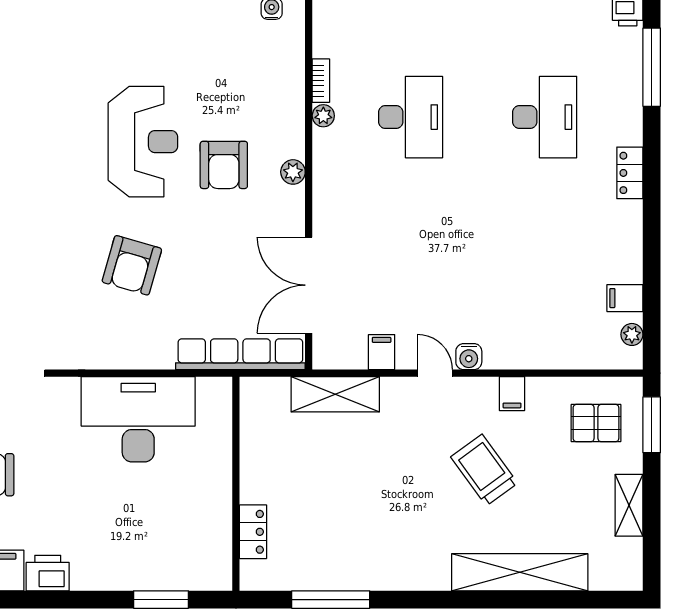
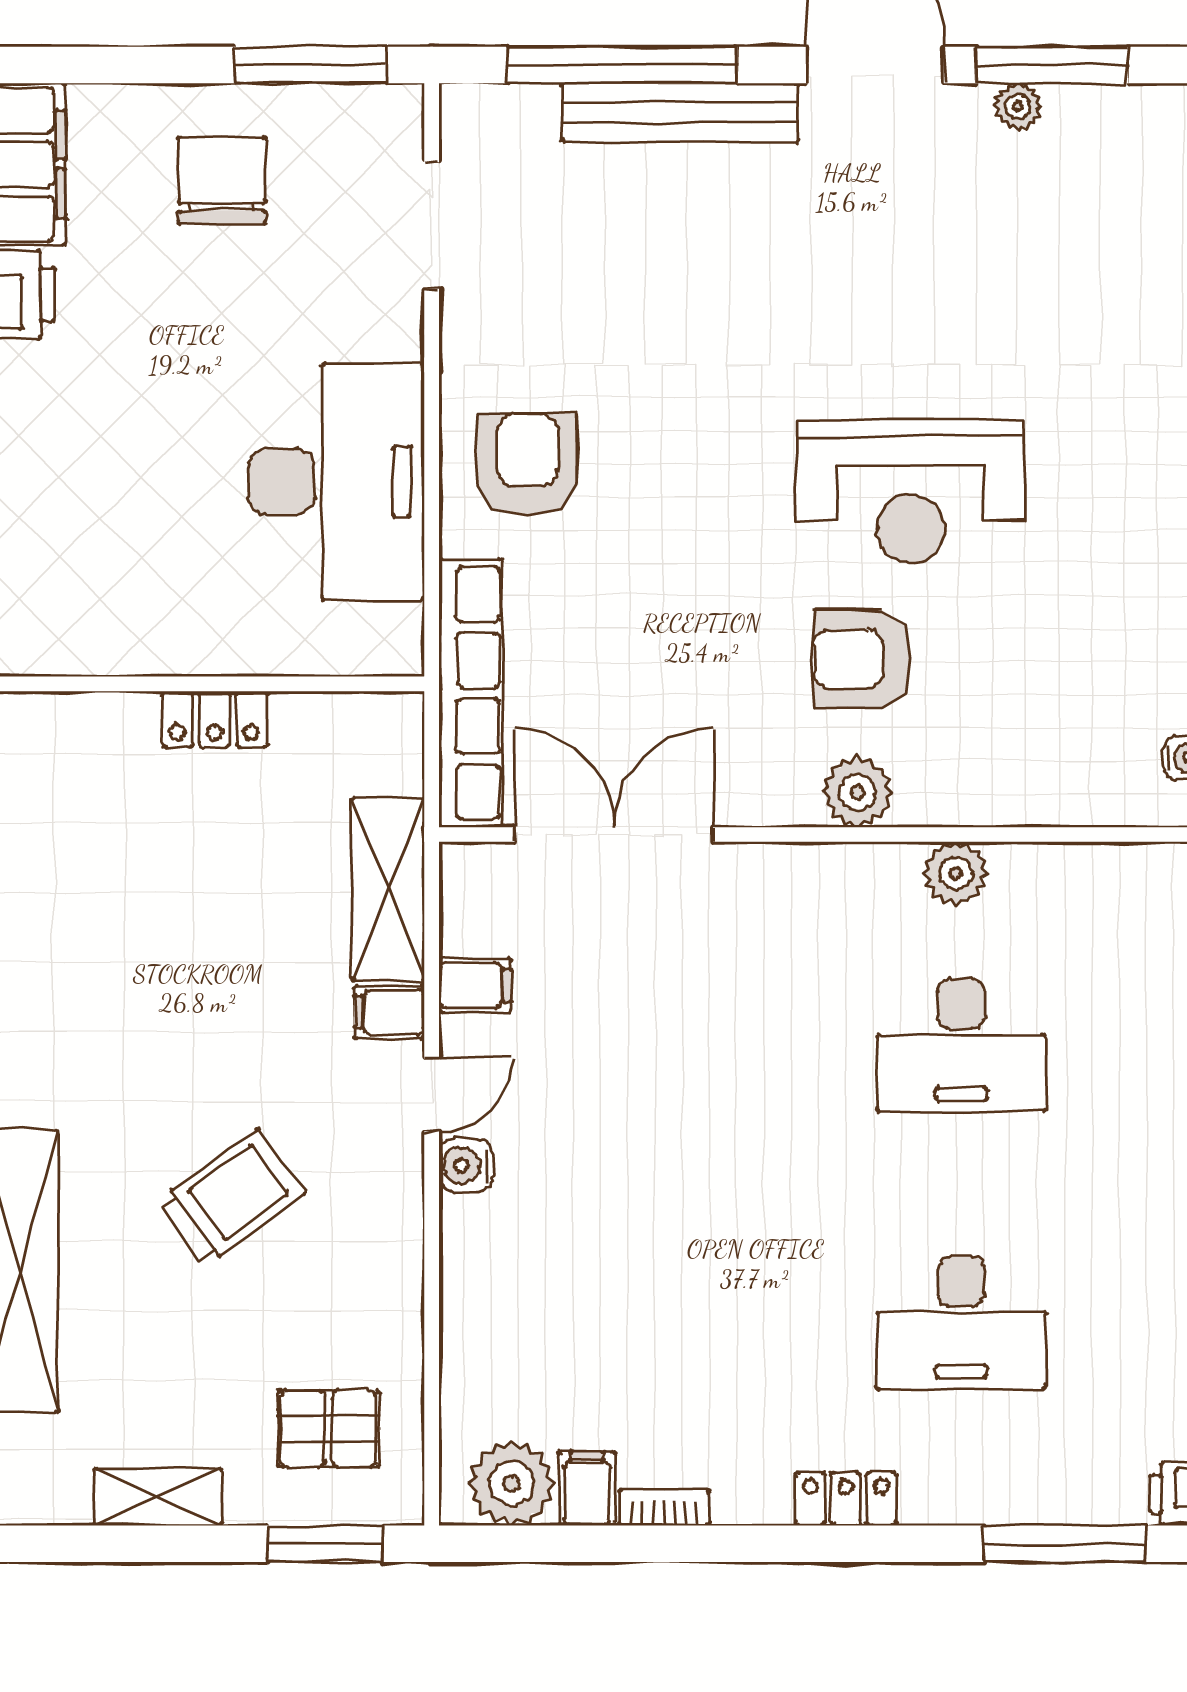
bookcase: (321, 81) -> (664, 1508), moved, turned 180
plant: (323, 116) -> (955, 873), width x1.38, depth x1.38
plant: (293, 172) -> (857, 792), width x1.38, depth x1.38
armchair: (132, 265) -> (527, 464), moved, turned 74
plant: (632, 334) -> (512, 1483), width x1.87, depth x1.87
filing cabinet: (512, 394) -> (389, 1012), moved
pallet: (596, 423) -> (328, 1429), turned 90
locker: (253, 532) -> (214, 719), moved

